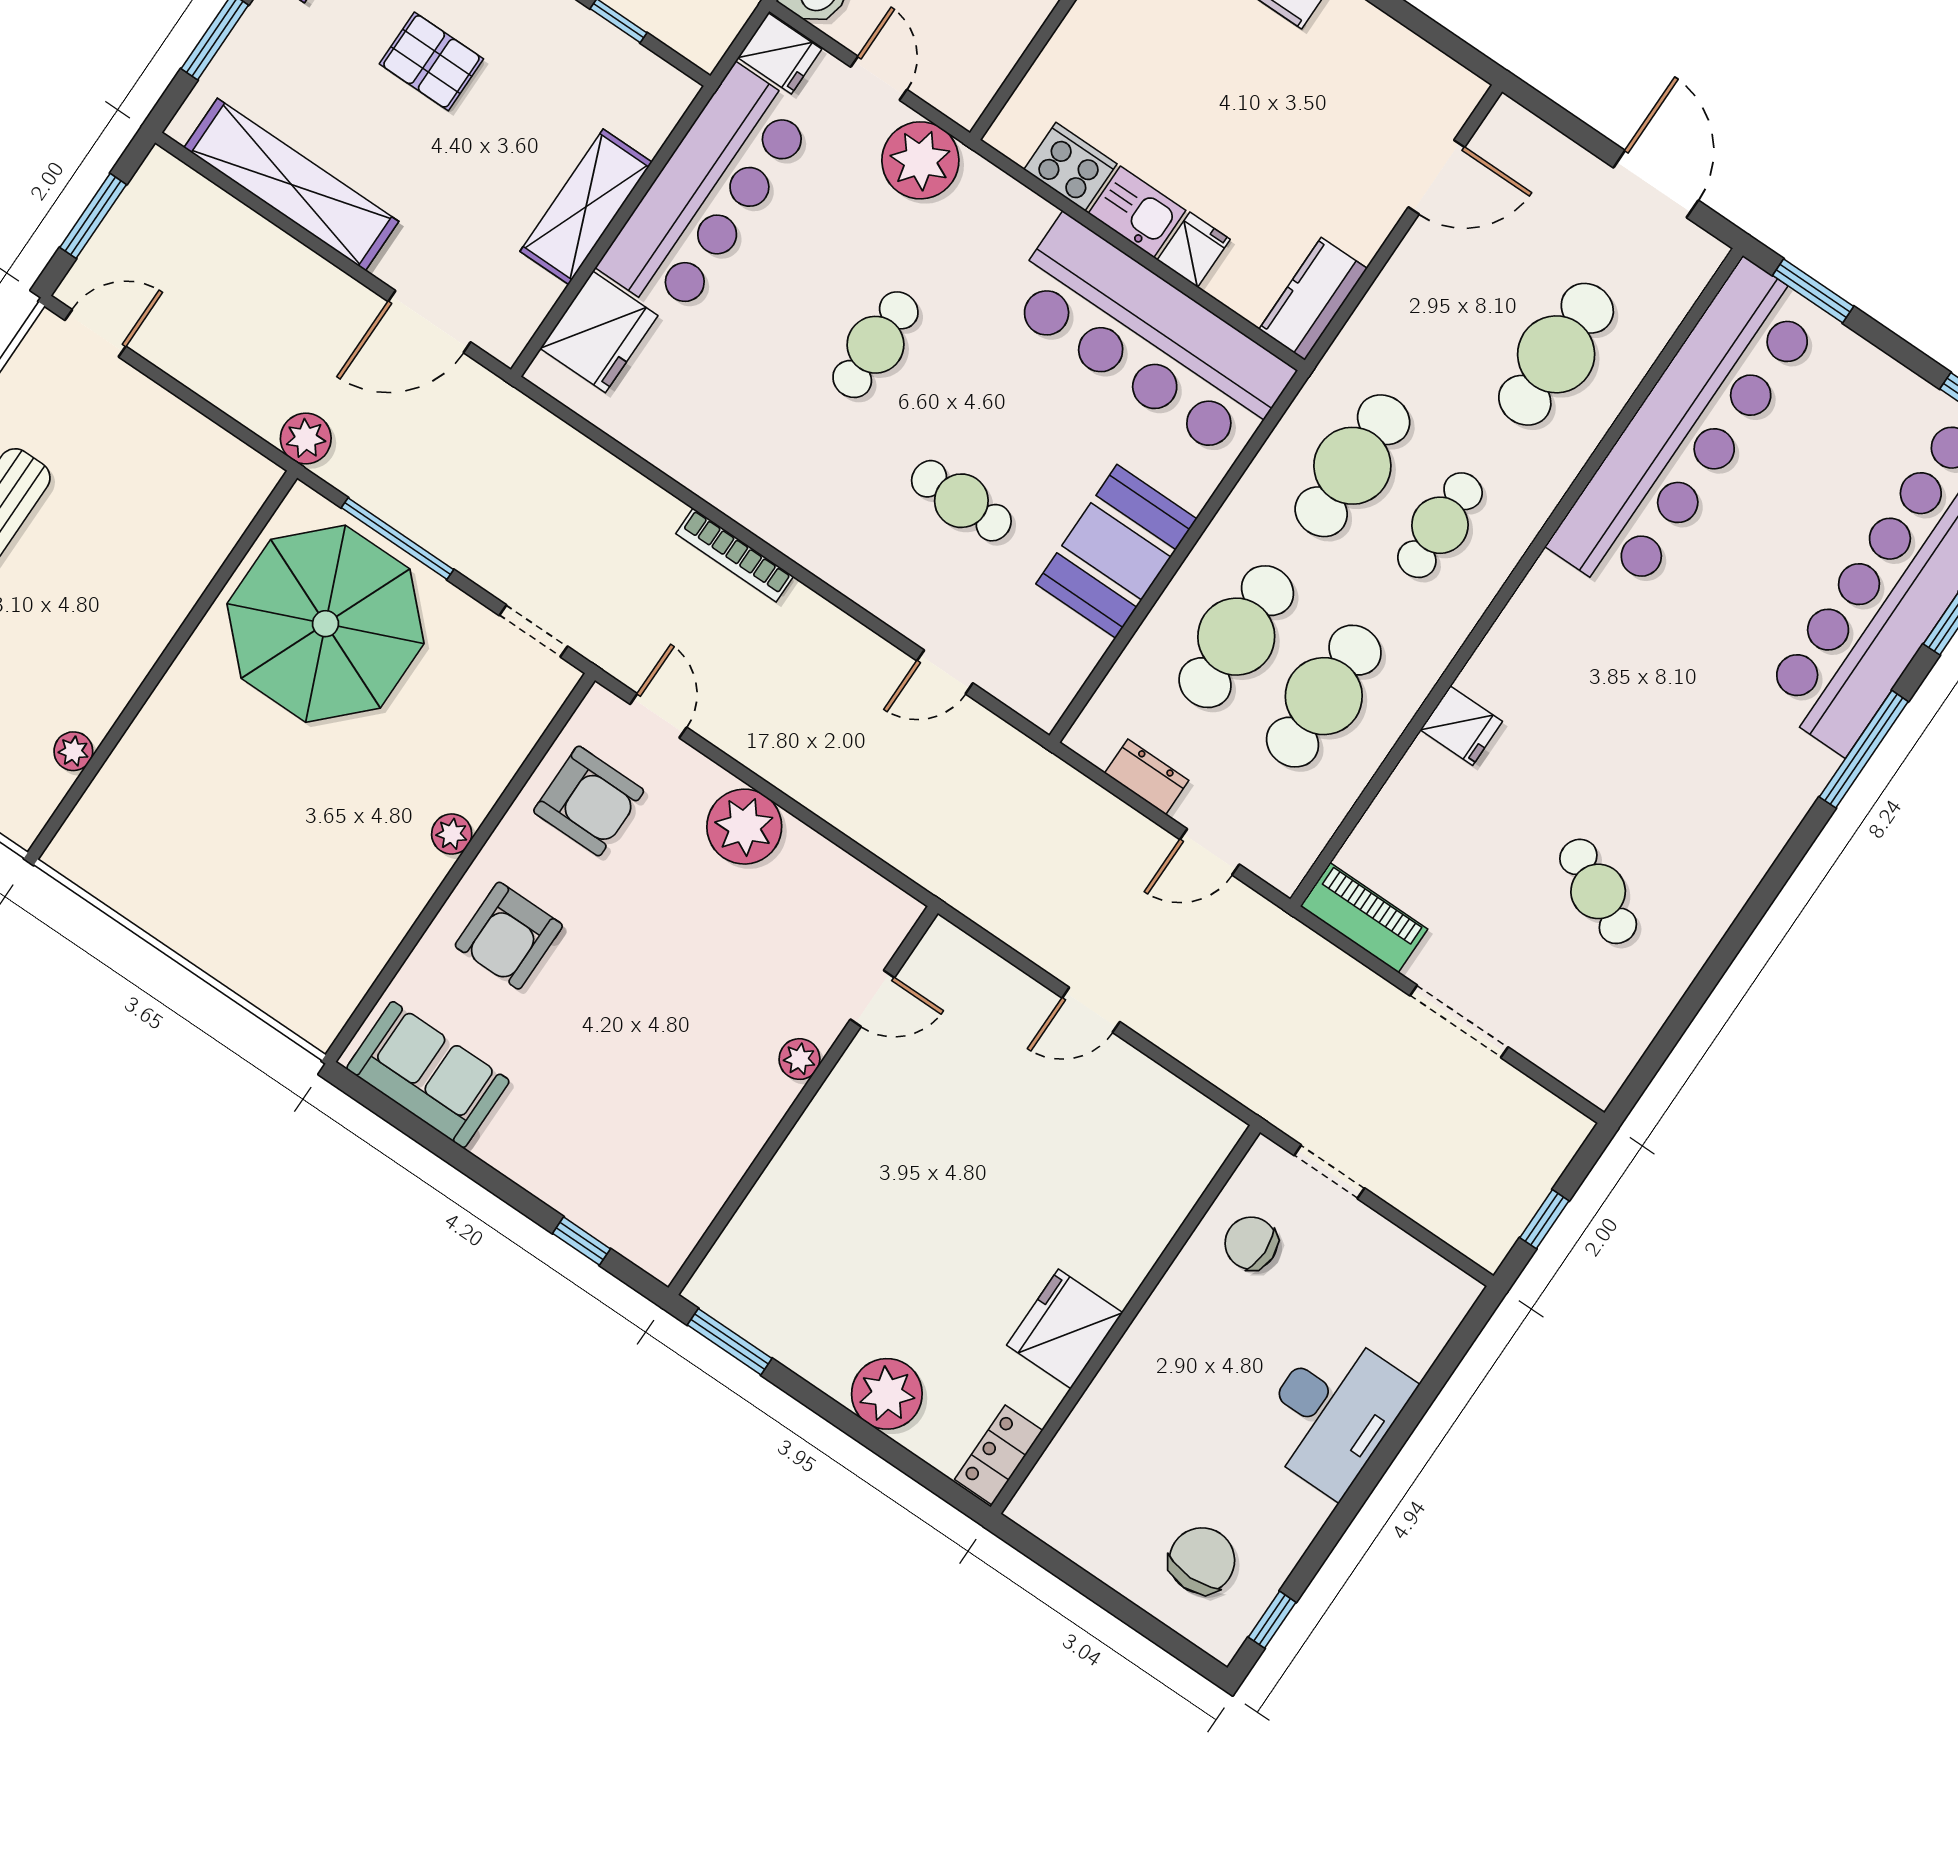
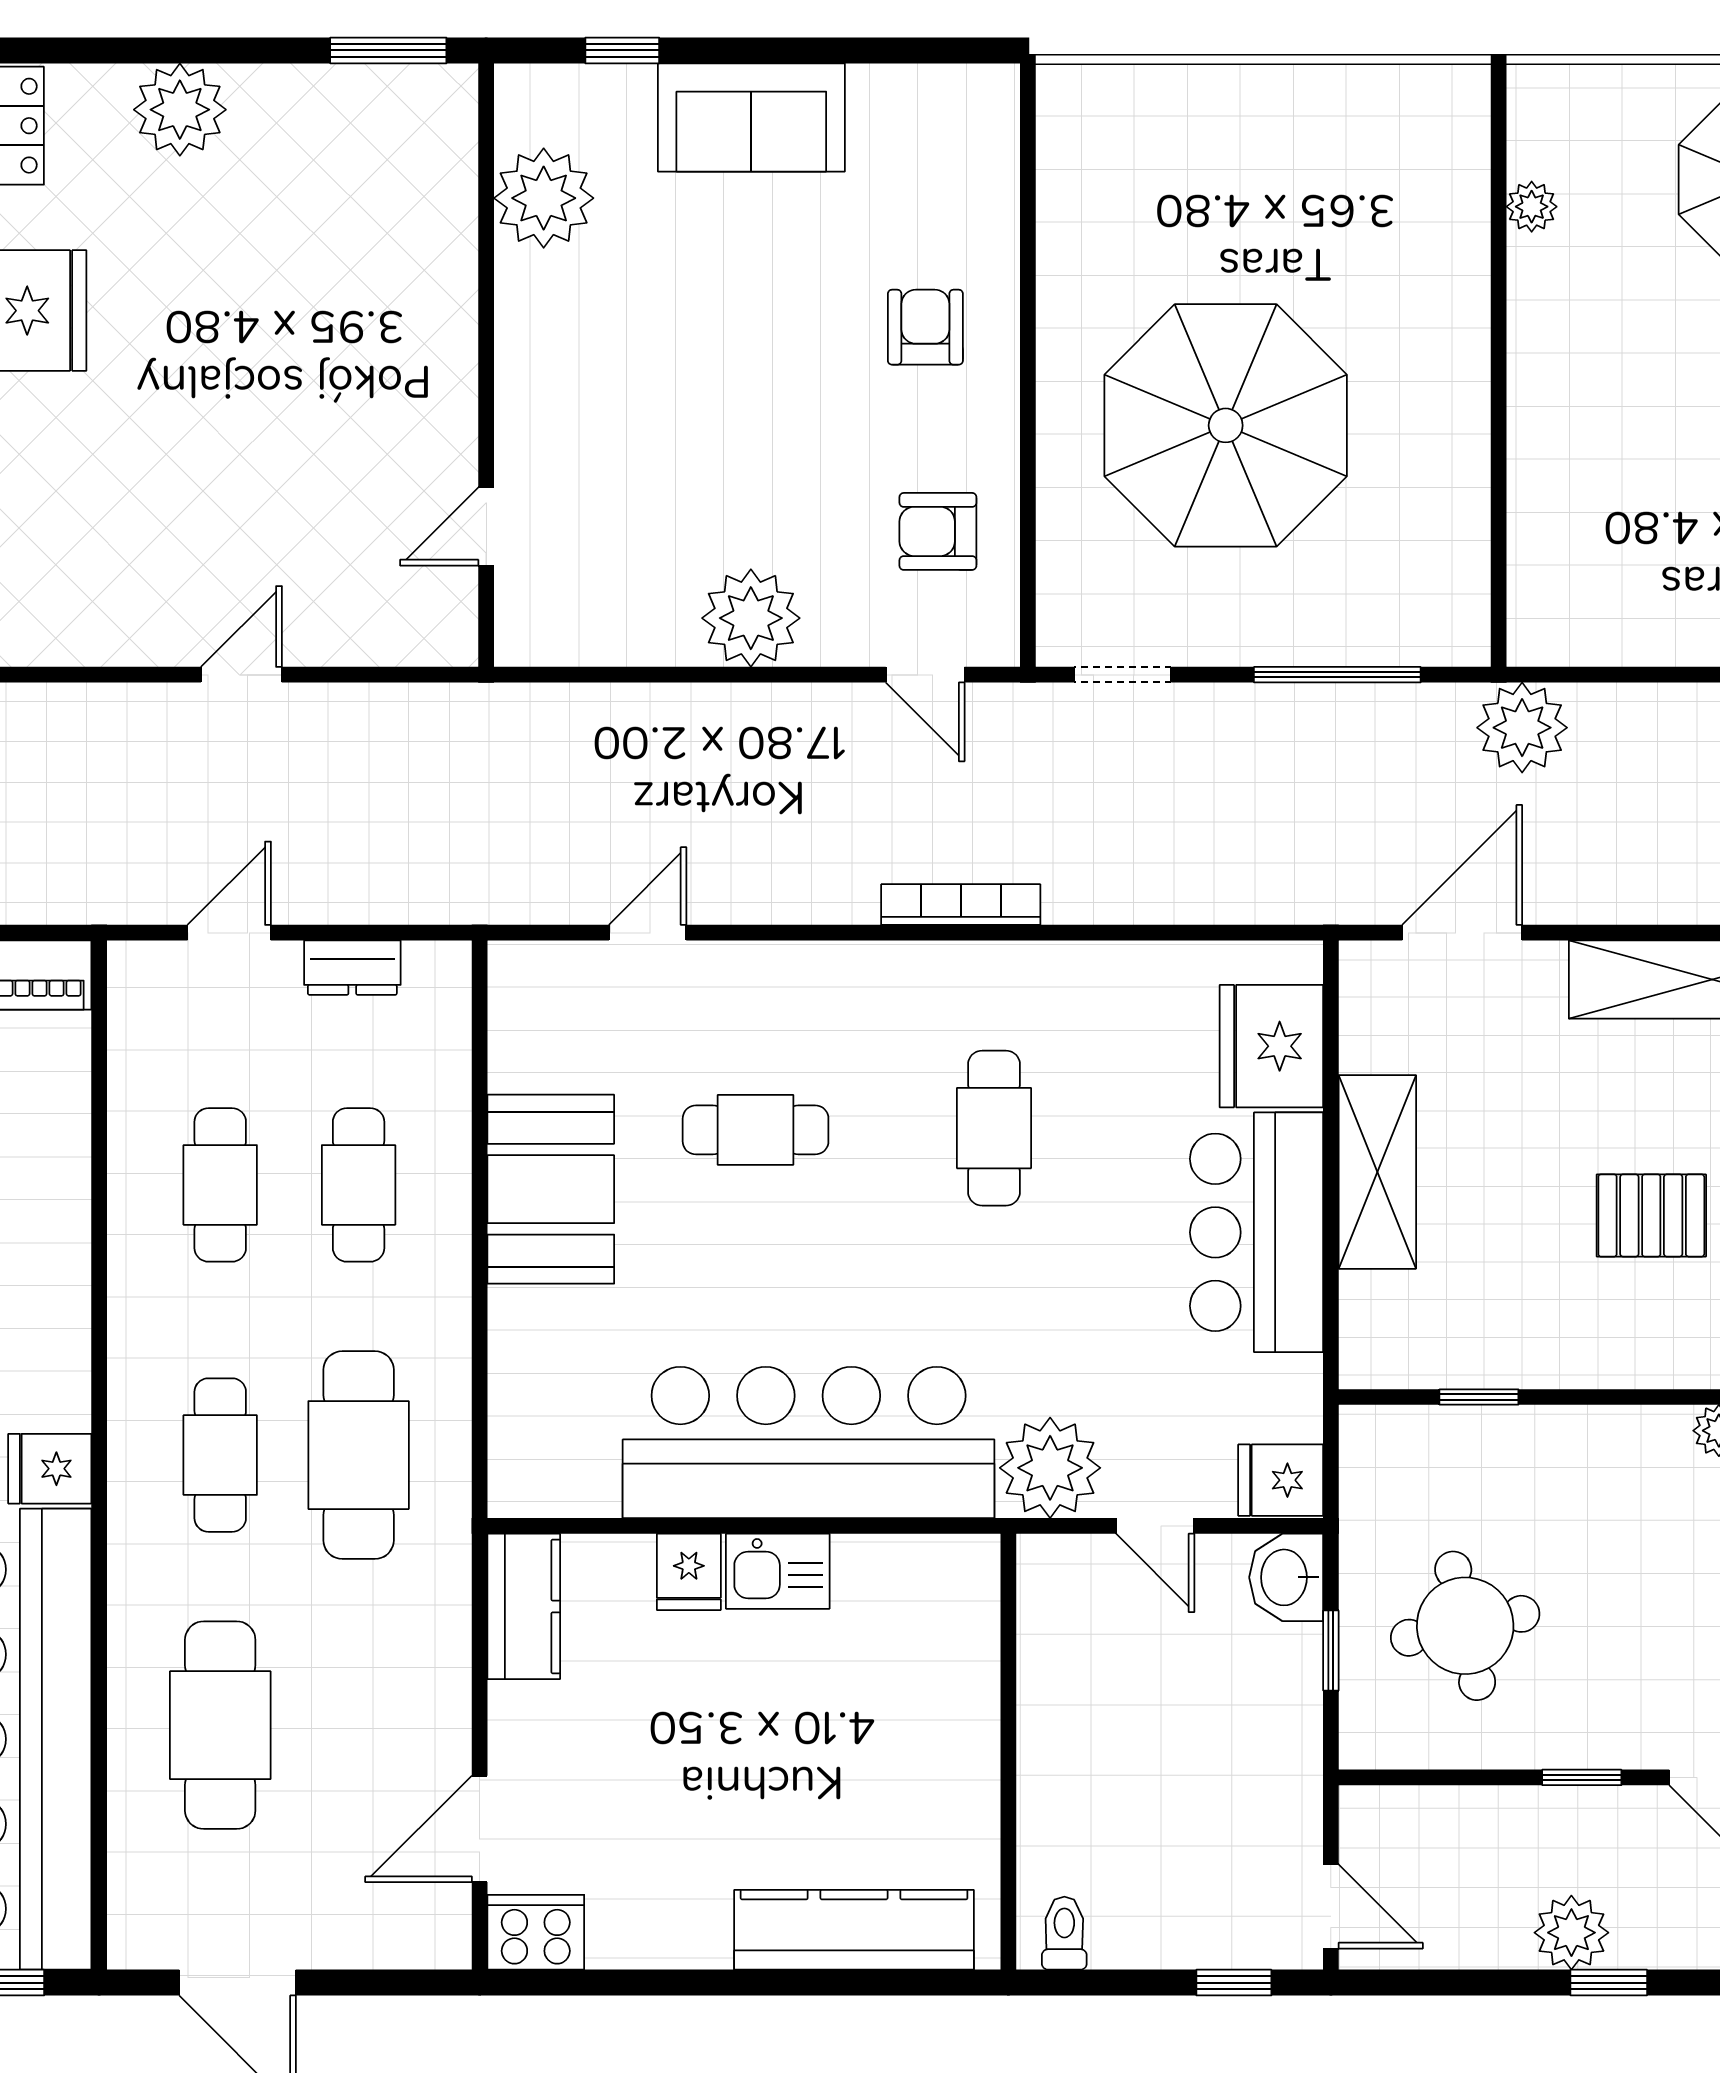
cooker: (1070, 167) -> (536, 1932), moved, turned 180
bar counter: (707, 193) -> (1257, 1232), width x0.73
bar counter: (1148, 338) -> (809, 1443), moved
cafe table: (875, 345) -> (994, 1128), moved
plant: (306, 438) -> (1522, 728), width x1.36, depth x1.36
parasol: (325, 624) -> (1226, 425), moved
cafe table: (1236, 637) -> (359, 1185), width x0.73, depth x0.74
cafe table: (1324, 696) -> (220, 1185), width x0.73, depth x0.74
fridge: (1461, 726) -> (50, 1469), moved
armchair: (589, 801) -> (938, 531), width x0.72, depth x0.72
plant: (452, 834) -> (1062, 395), removed
armchair: (509, 936) -> (925, 327), width x0.72, depth x0.72
plant: (799, 1059) -> (544, 198), moved, width x1.88, depth x1.88
sofa: (428, 1075) -> (751, 118), moved

